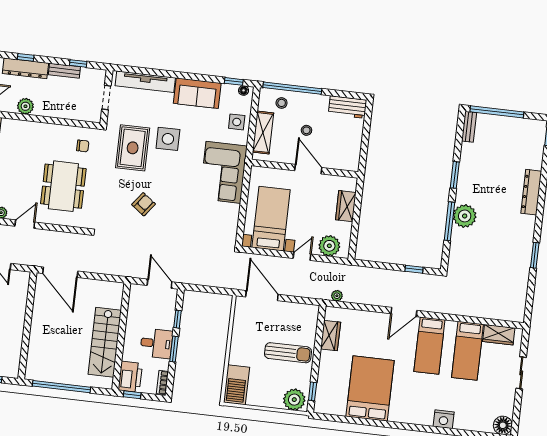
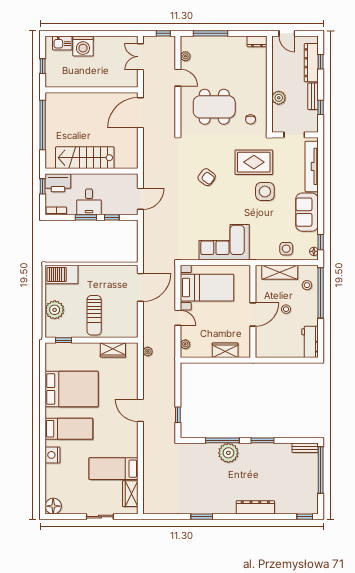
plant: (25, 106) -> (279, 98), moved
corner sofa: (223, 172) -> (224, 242), moved
plant: (329, 246) -> (185, 344), width x0.53, depth x0.53
bed: (429, 346) -> (69, 429), moved, turned 180
plant: (294, 400) -> (55, 310), moved

